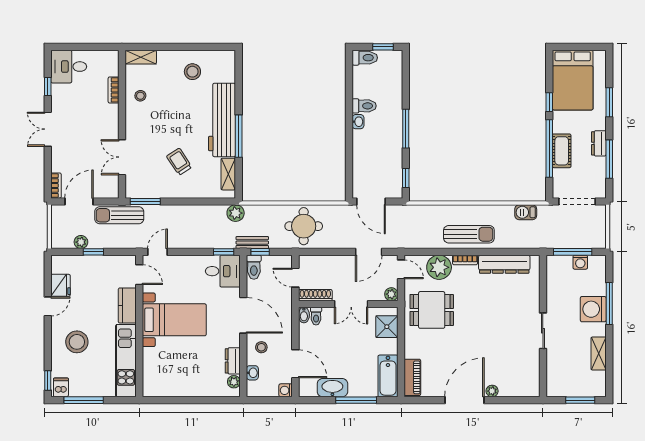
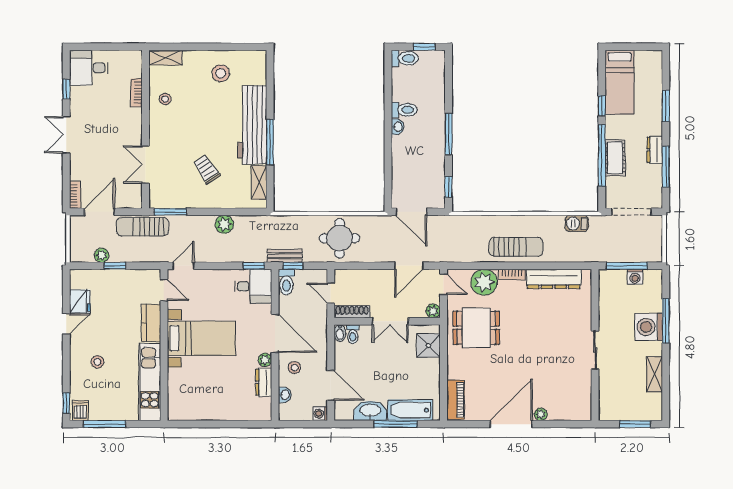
bed: (573, 80) -> (620, 82), width x0.67
plant: (236, 213) -> (224, 224), moved
stool: (77, 342) -> (97, 362), width x0.53, depth x0.53
bathtub: (388, 376) -> (410, 410), moved, turned 90
plant: (234, 382) -> (265, 360), moved

